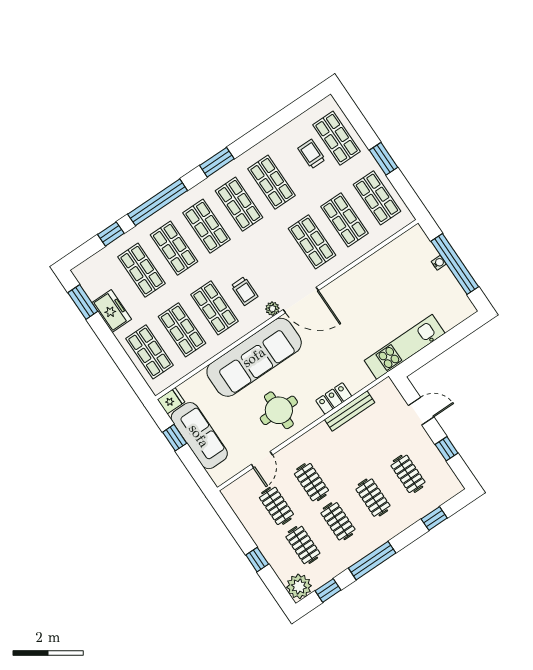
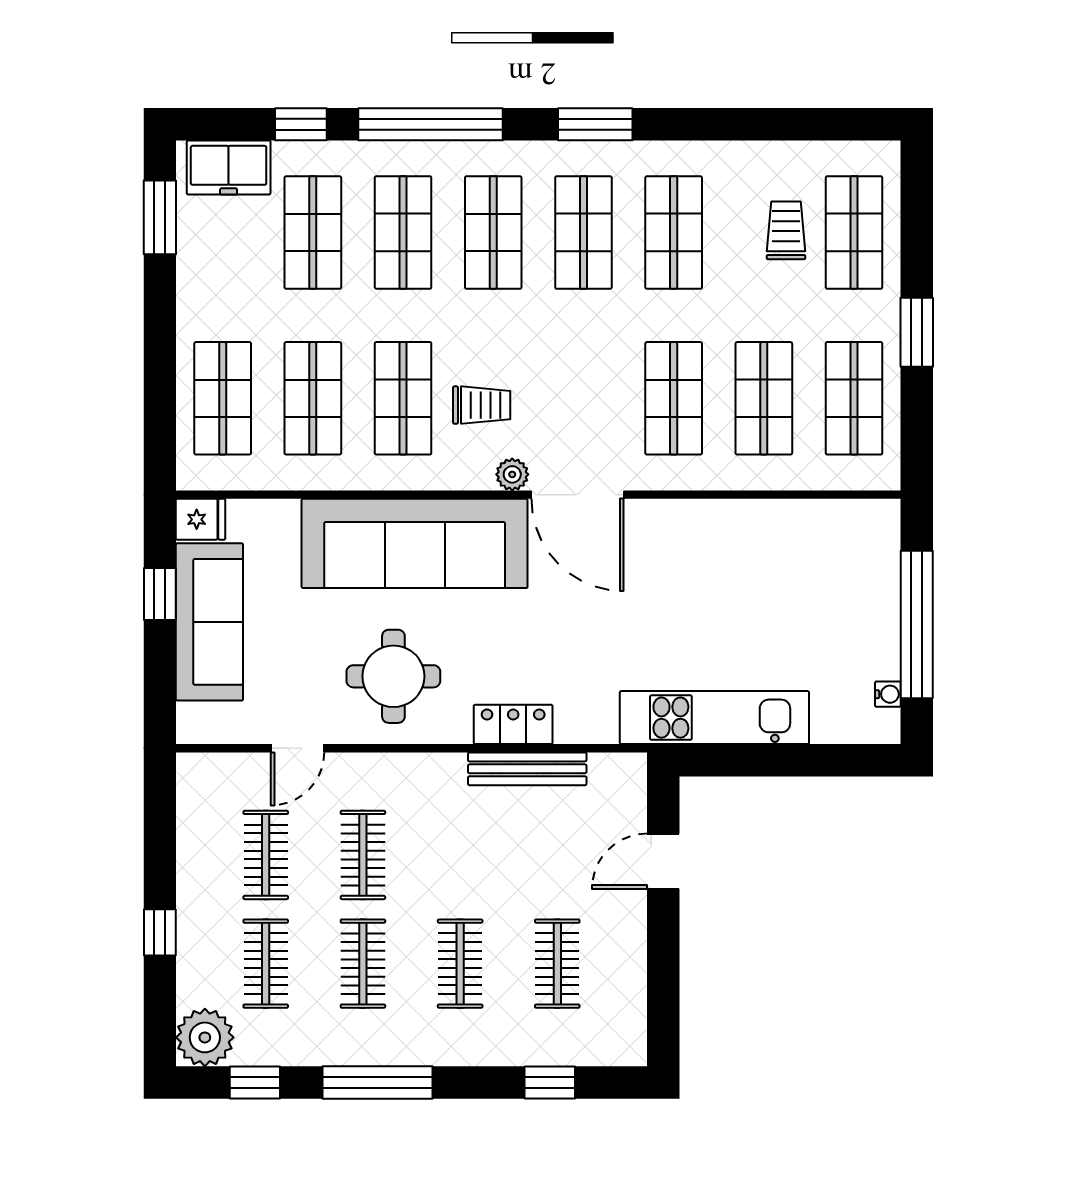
water cooler: (439, 263) -> (888, 694), moved
trolley: (245, 291) -> (482, 405), turned -90
freezer: (112, 311) -> (229, 167), moved, turned 90
door: (421, 411) -> (663, 861), swing flipped
window: (447, 449) -> (663, 966), removed

